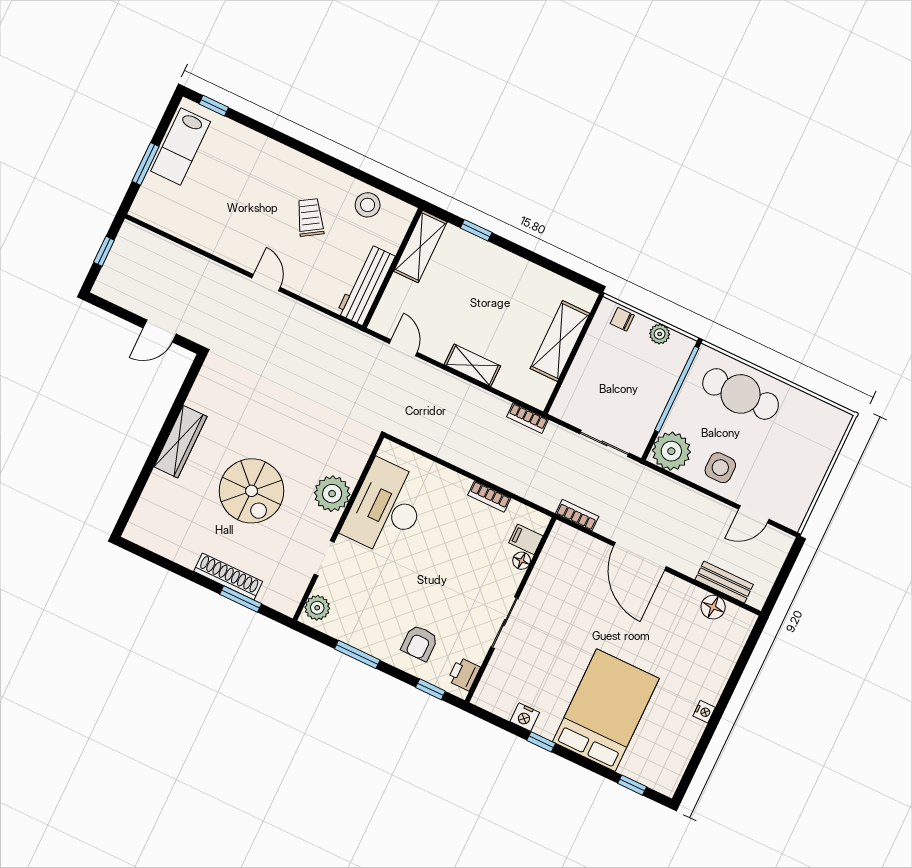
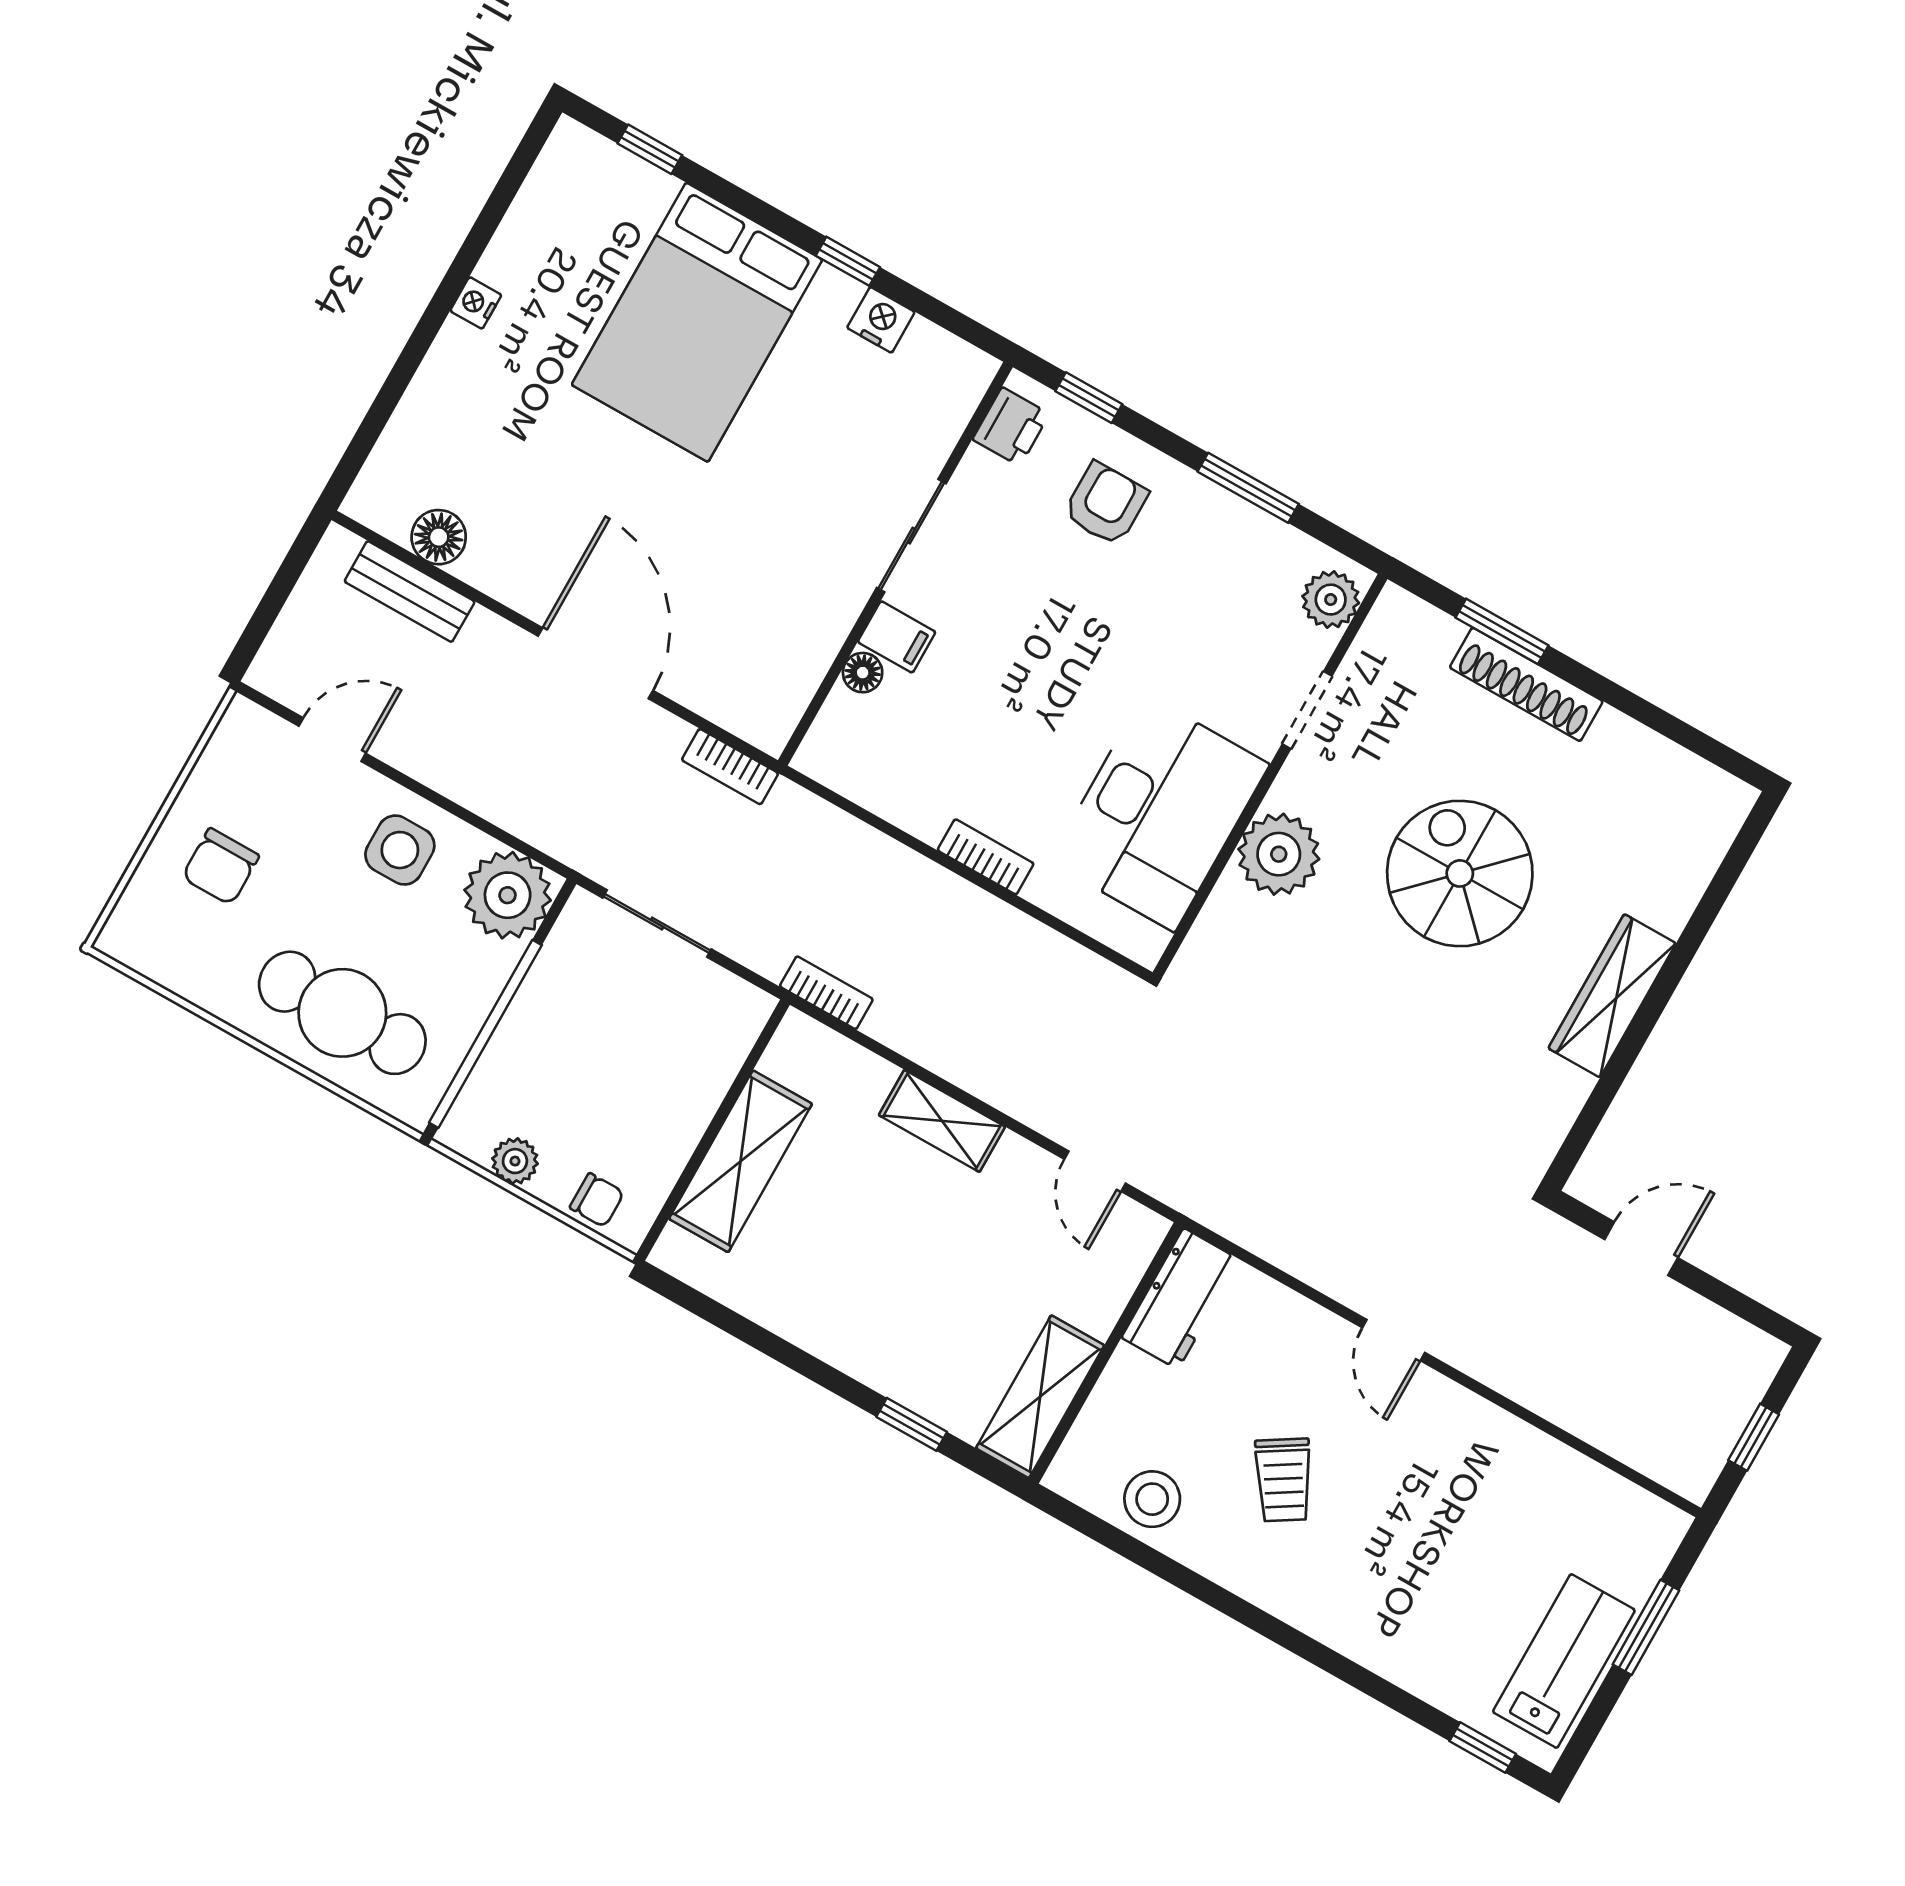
workbench: (366, 285) -> (1181, 1299), width x0.73
chair: (799, 455) -> (221, 867), added
bookcase: (489, 496) -> (986, 857), moved
filing cabinet: (526, 539) -> (897, 637), moved

